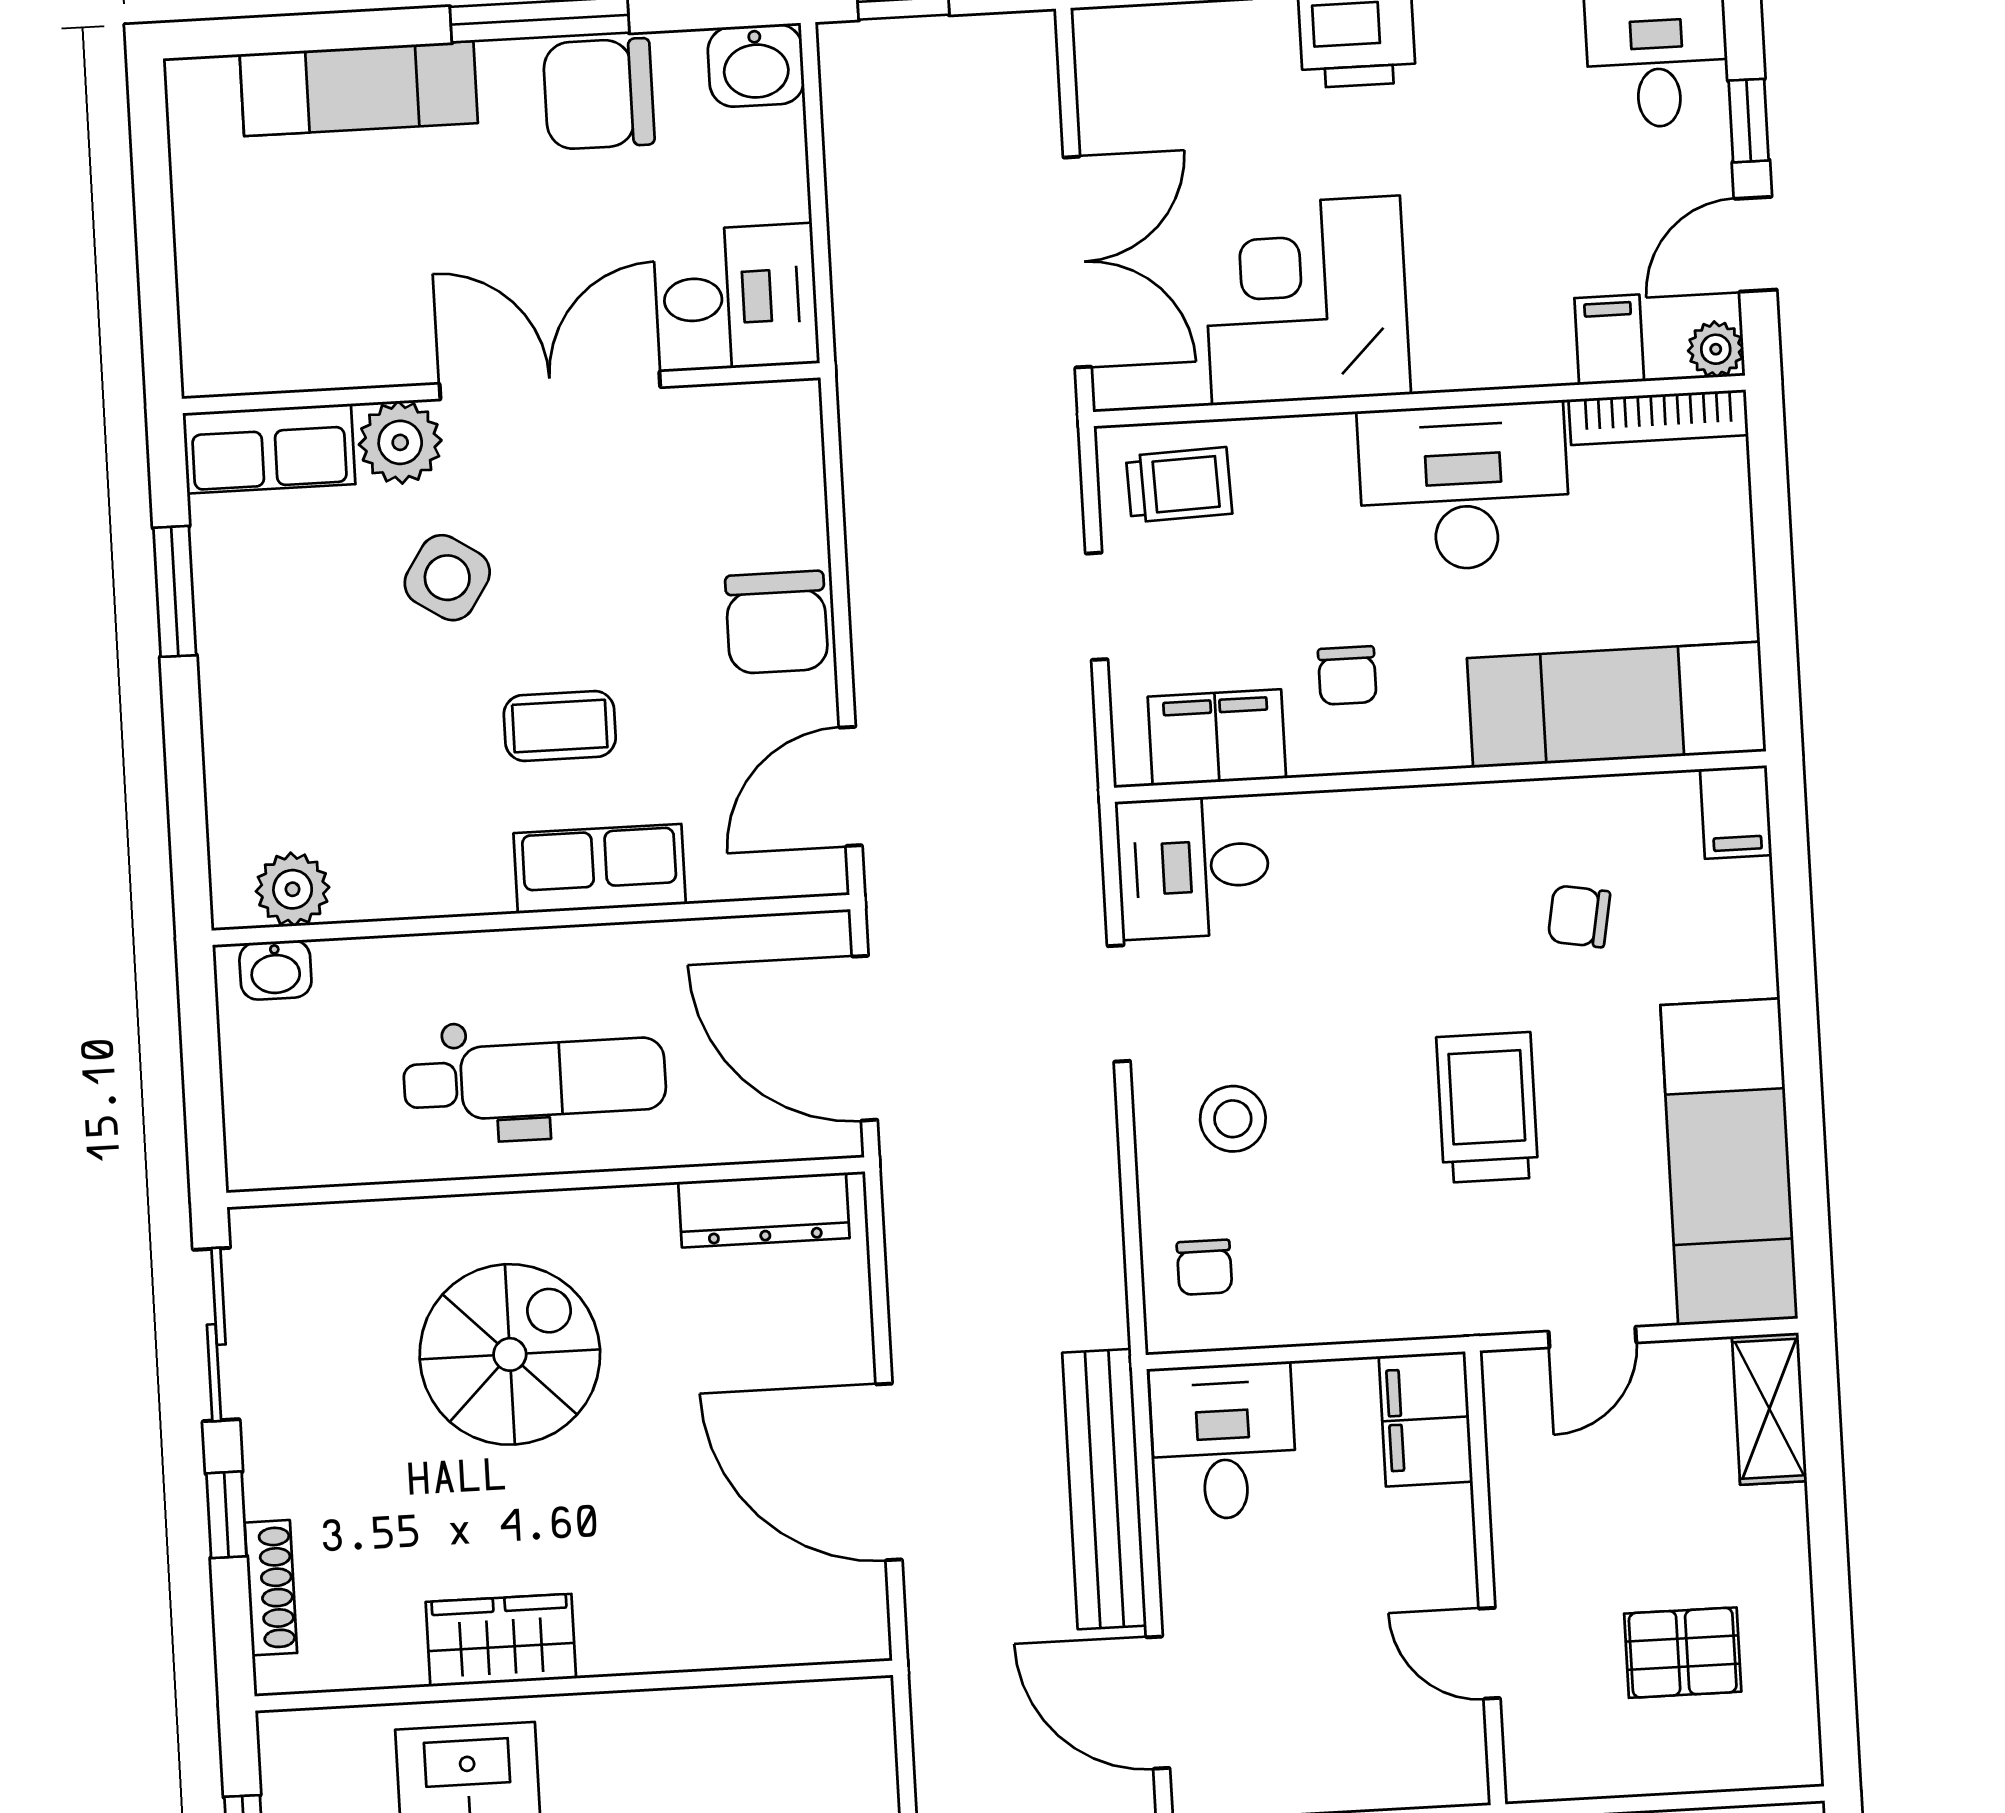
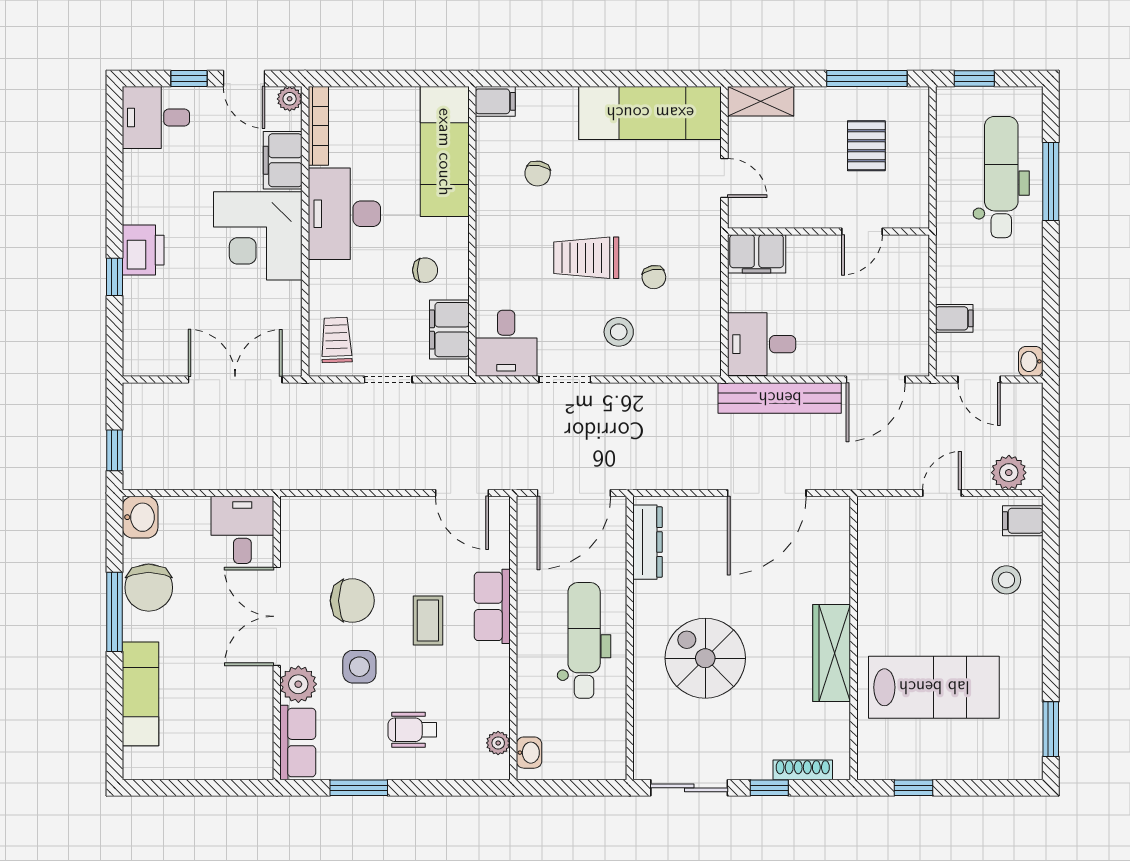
corner desk: (1306, 300) -> (258, 236), moved
filing cabinet: (1609, 340) -> (283, 160), width x2.00
side table: (447, 578) -> (359, 667), turned -33
chair: (777, 622) -> (352, 601), moved
wheelchair: (312, 705) -> (412, 730), added
plant: (293, 889) -> (498, 743), width x0.73, depth x0.73
trolley: (1487, 1107) -> (586, 258), moved
chair: (1204, 1267) -> (654, 277), moved, turned 80
wardrobe: (501, 1640) -> (832, 653), width x1.50
window: (1834, 1645) -> (867, 79), added

